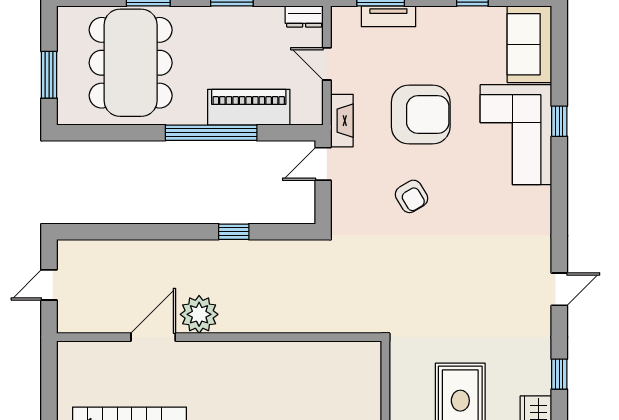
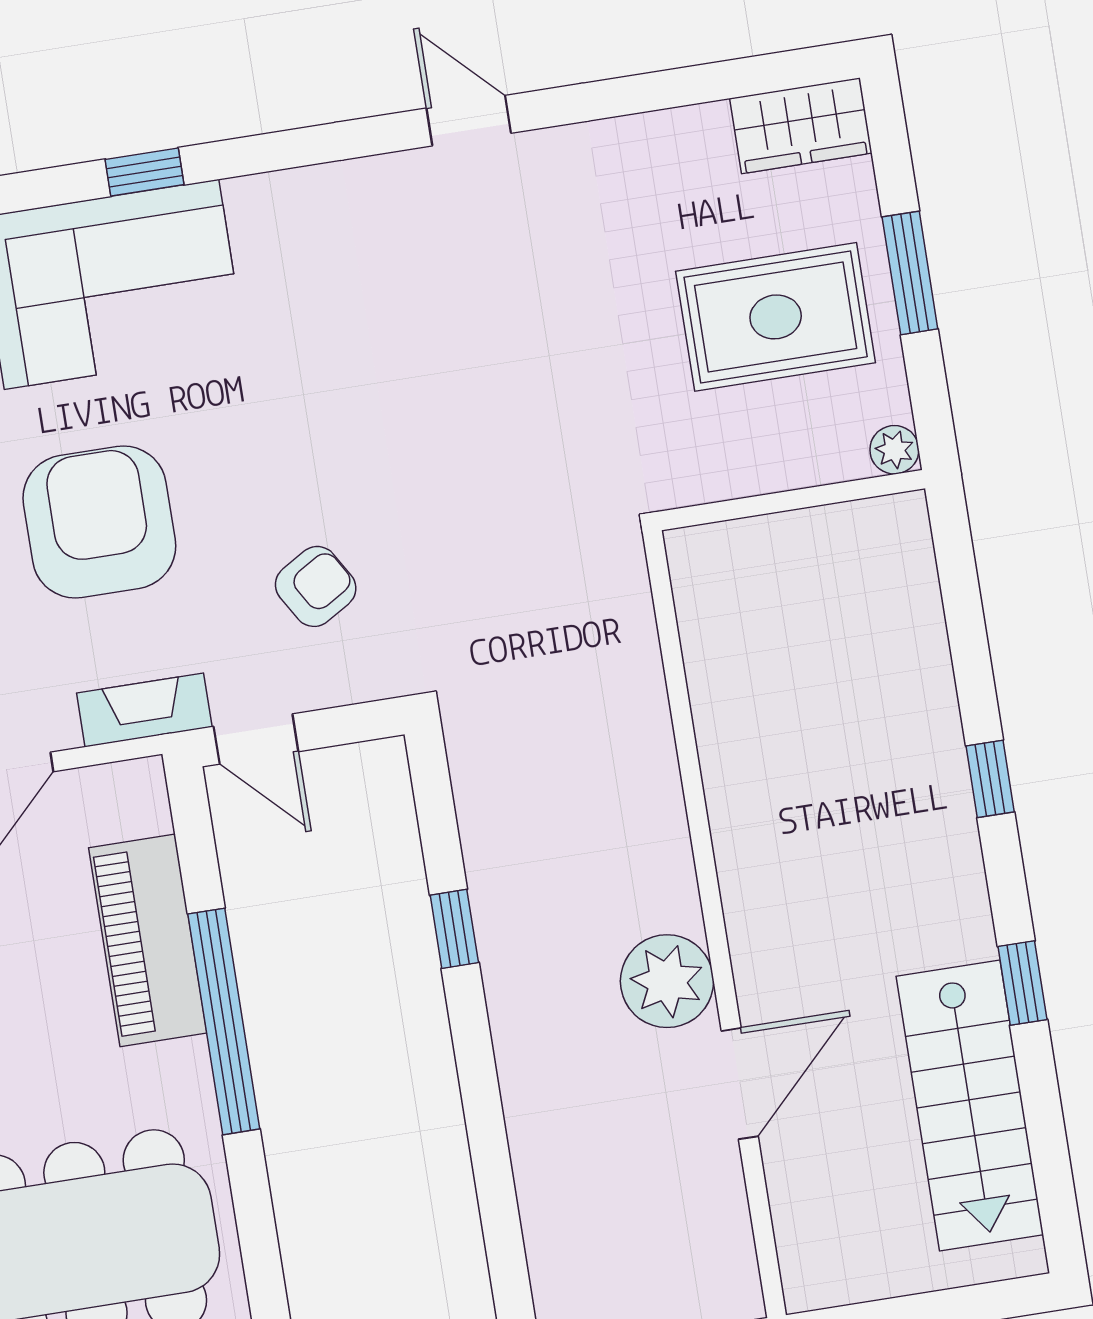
window: (559, 121) -> (145, 172), moved
armchair: (412, 196) -> (316, 586), moved
door: (153, 337) -> (740, 1084), swing flipped
window: (559, 374) -> (674, 88), removed

